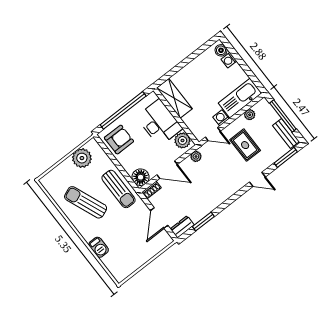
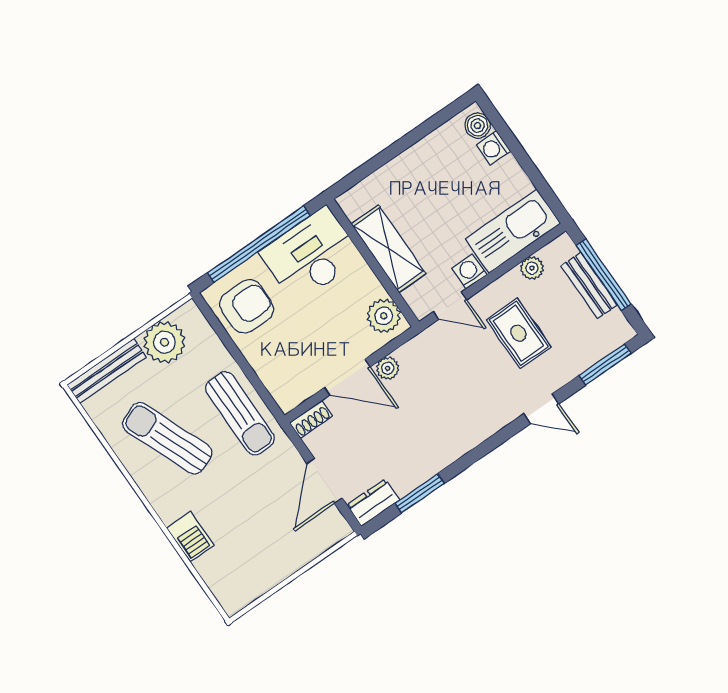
shelving: (174, 98) -> (389, 249), moved
desk: (159, 123) -> (311, 255), moved, turned -90
bench: (286, 133) -> (589, 285), moved
plant: (196, 156) -> (388, 368), moved
bench: (56, 173) -> (107, 371), added
floor lamp: (141, 177) -> (289, 390), removed

